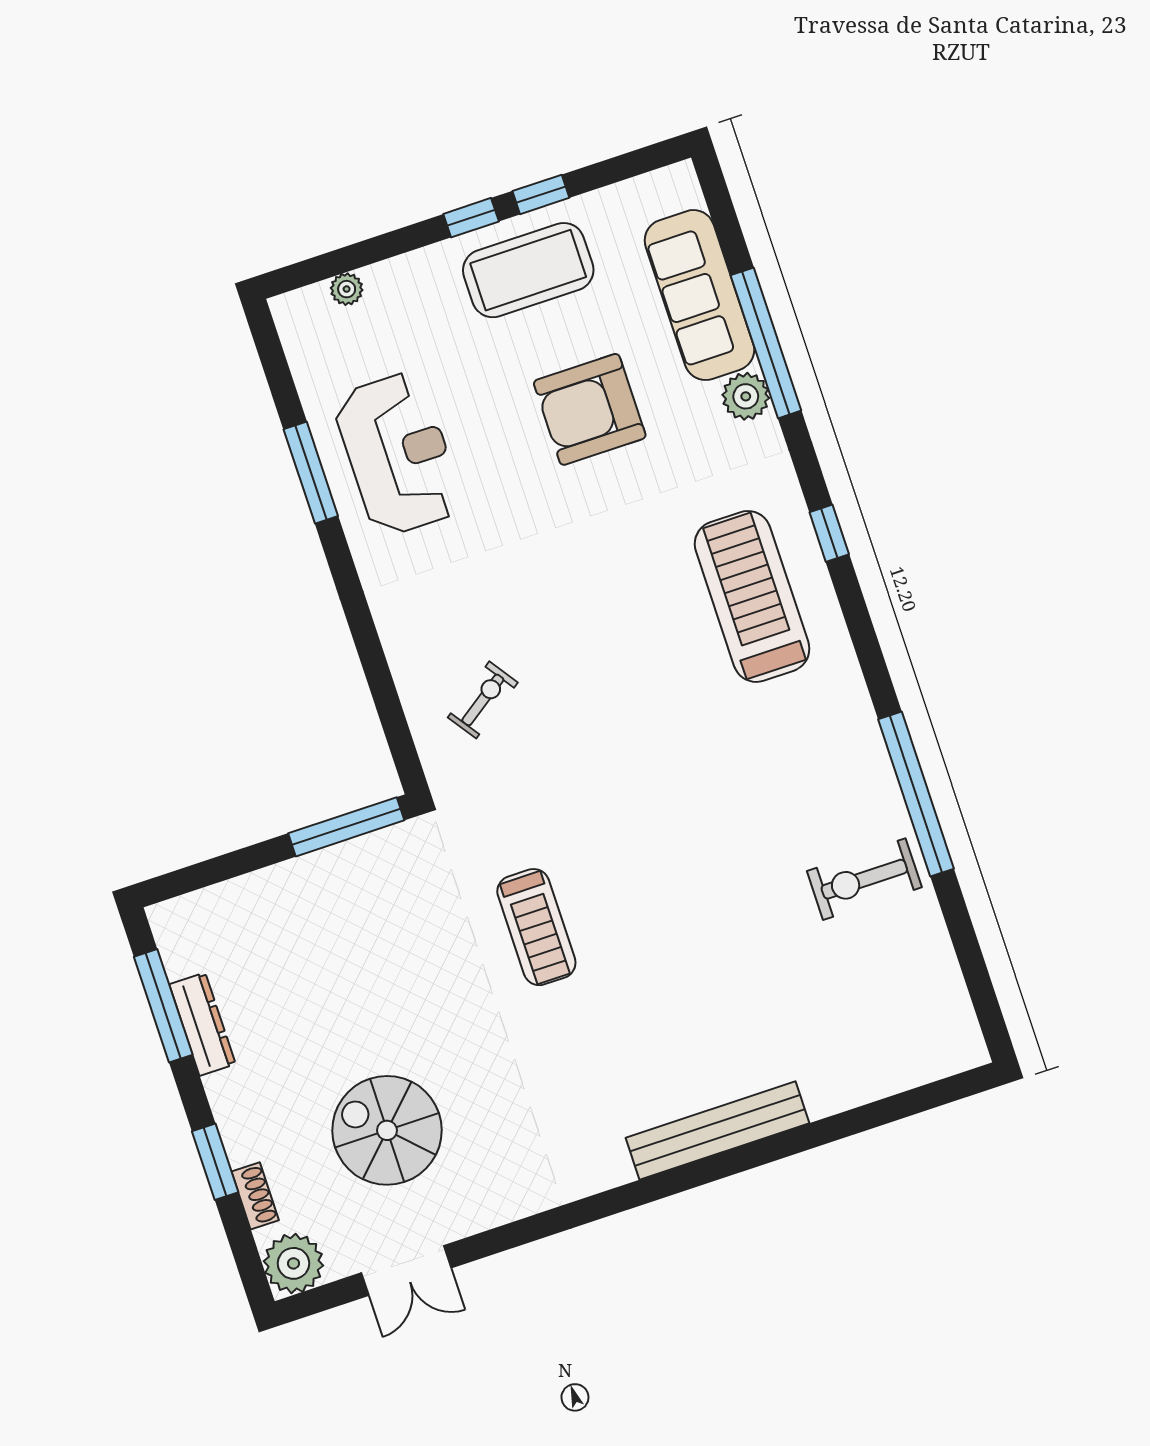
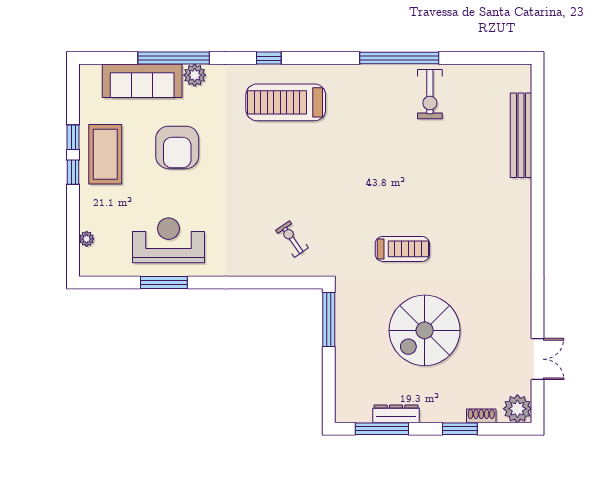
spiral stairs: (387, 1130) -> (425, 330), moved, width x1.37, depth x1.37
bench: (718, 1130) -> (521, 135), moved

